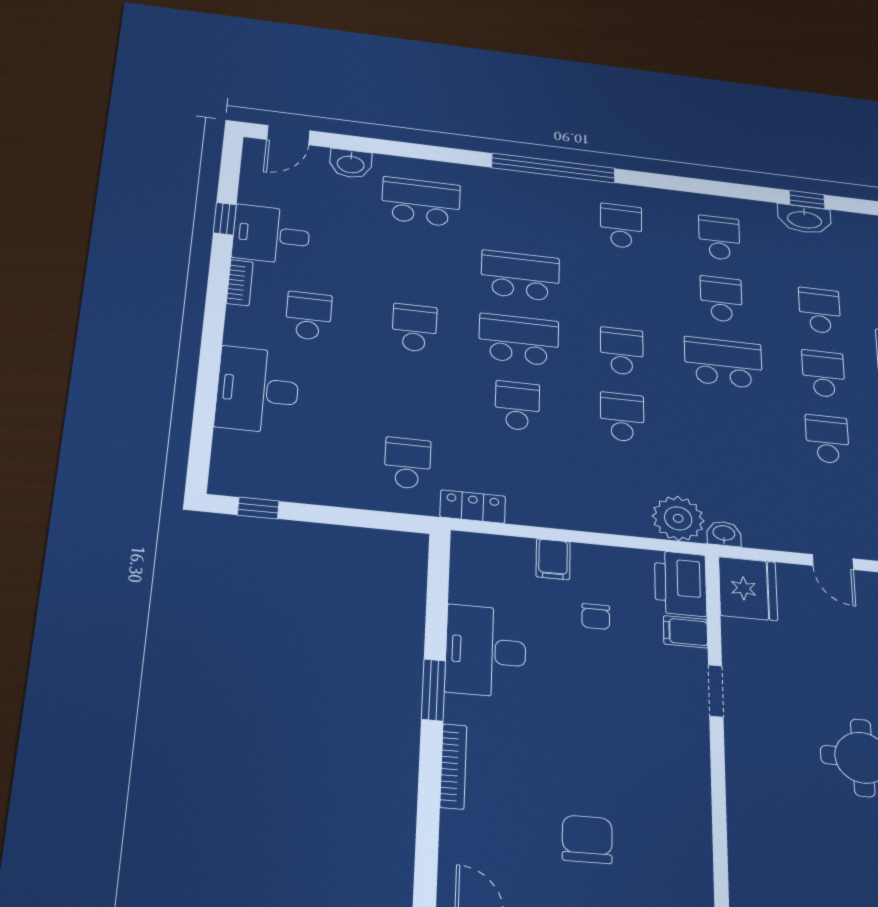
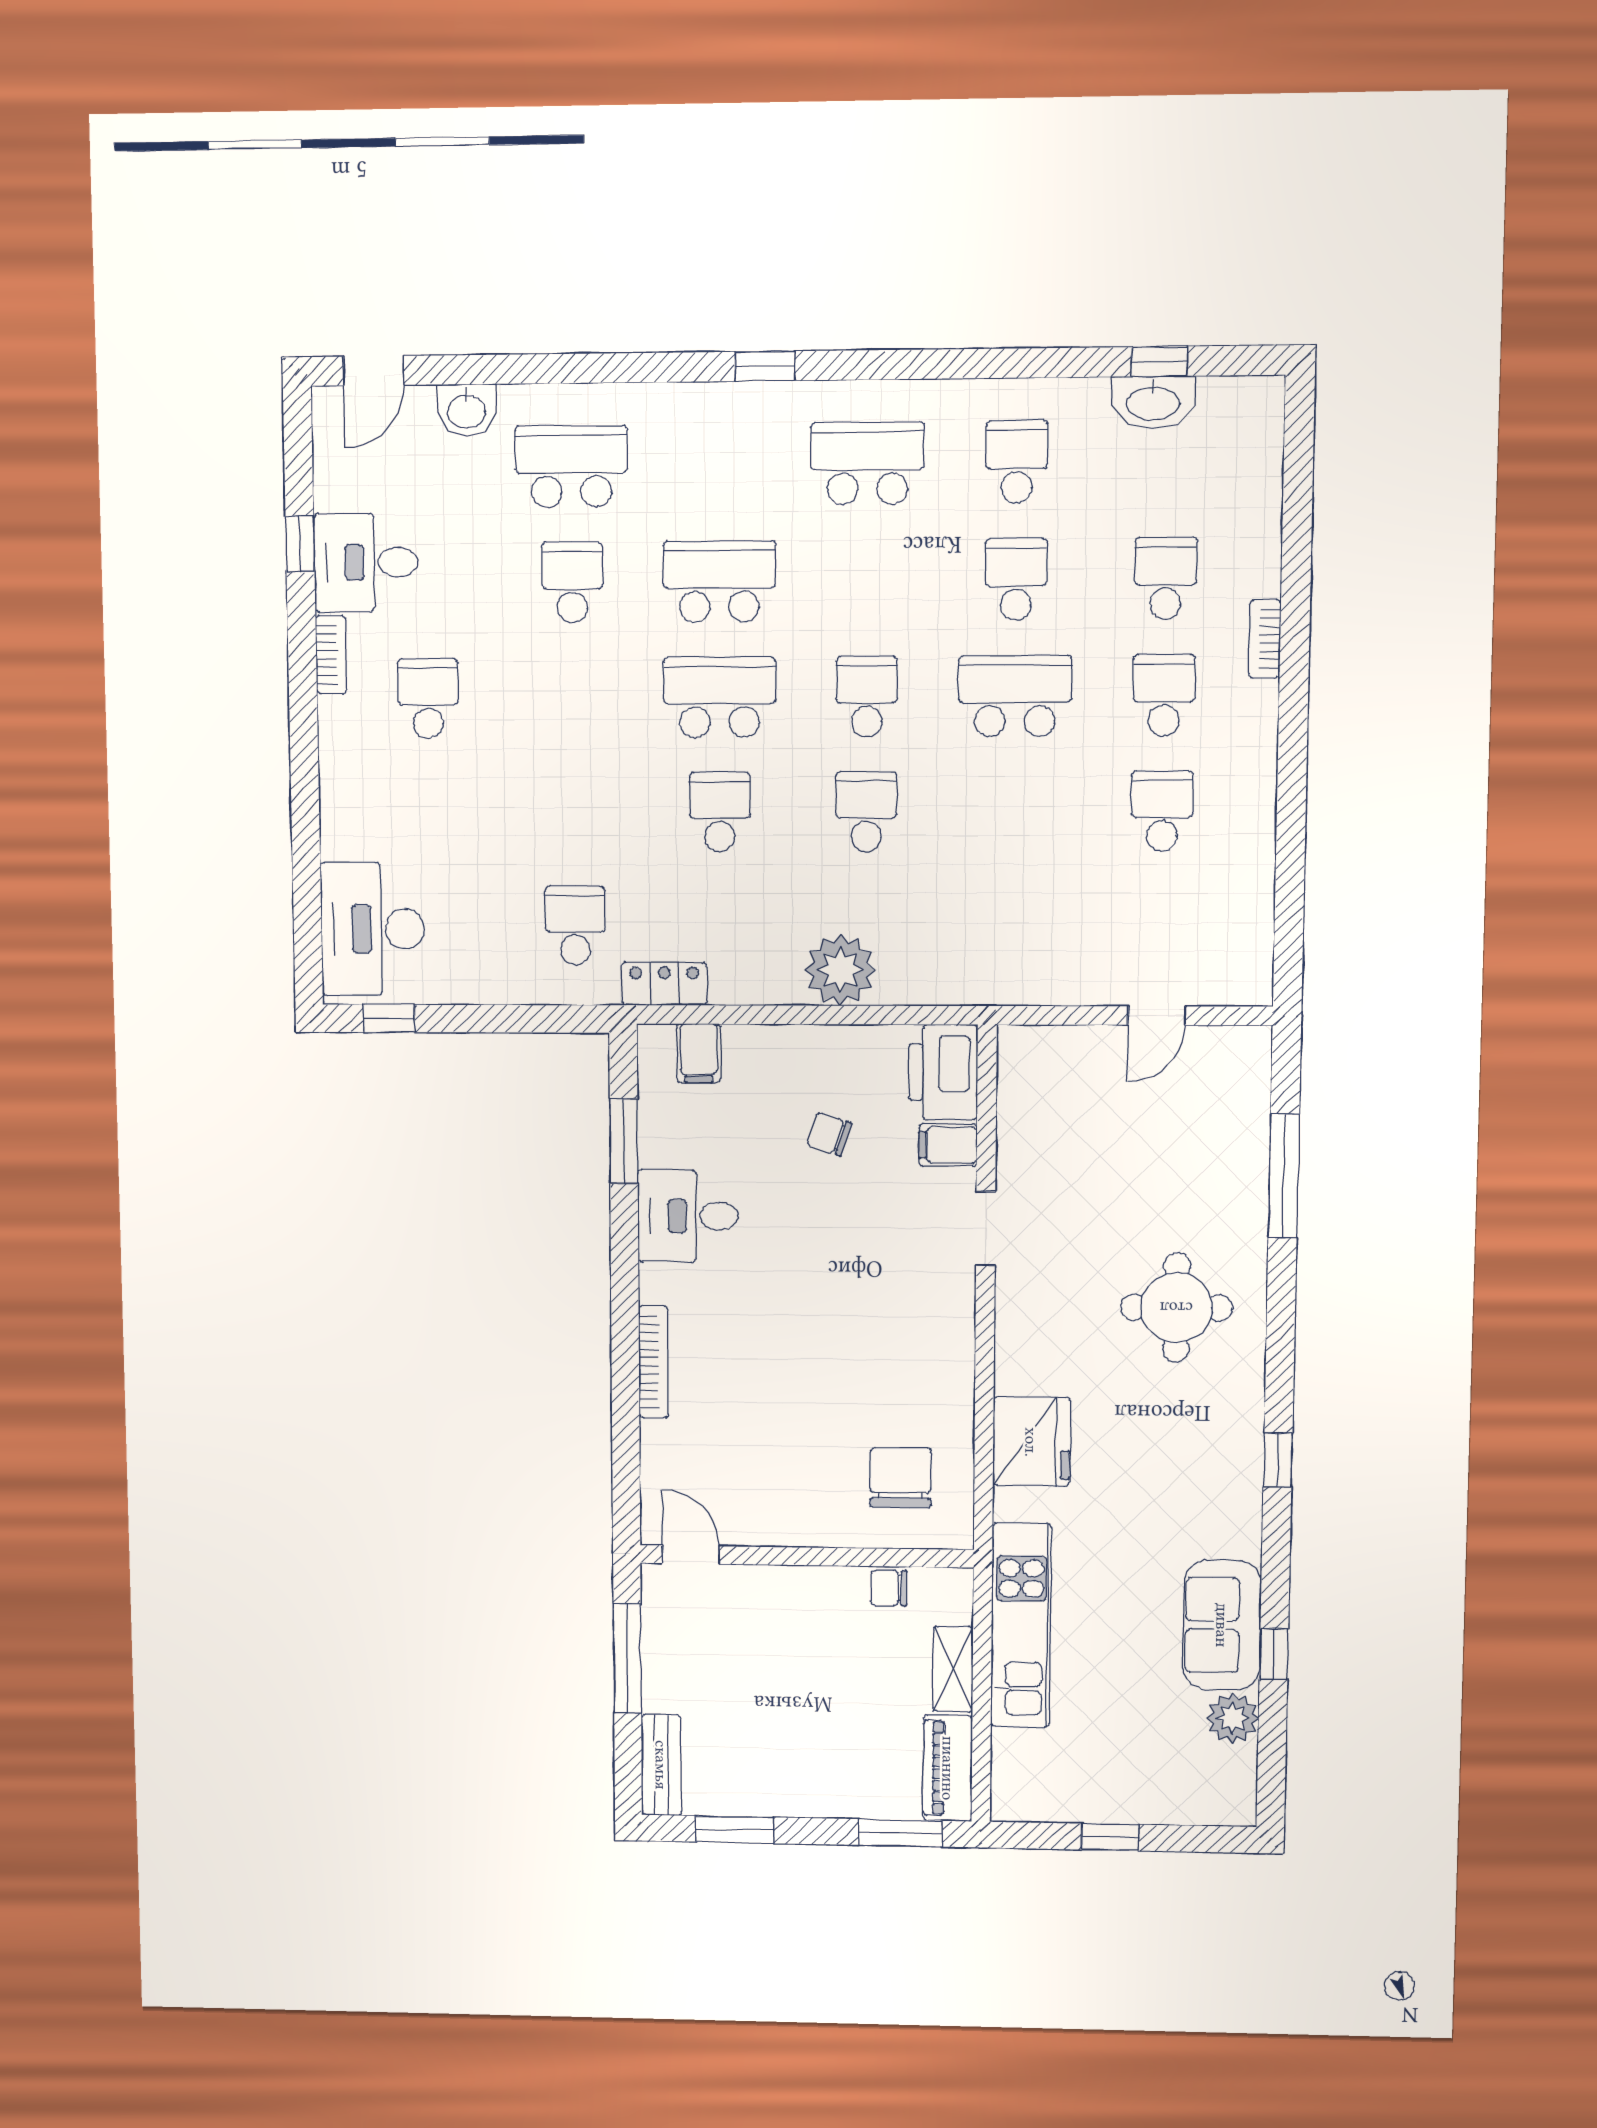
window: (553, 168) -> (765, 366), width x0.32
school desk: (621, 226) -> (867, 463), width x1.85
school desk: (414, 328) -> (572, 583), moved
desk: (258, 390) -> (373, 929), moved
plant: (678, 518) -> (840, 970), moved
washbasin: (724, 534) -> (1005, 987), removed
filing cabinet: (553, 559) -> (699, 1053), moved
door: (833, 562) -> (1157, 1016), hinge flipped
fridge: (748, 589) -> (1031, 1442), moved
chair: (596, 617) -> (829, 1134), turned 108
desk: (486, 651) -> (688, 1216), width x0.73
window: (433, 690) -> (624, 1141), moved
chair: (587, 839) -> (901, 1478), moved

